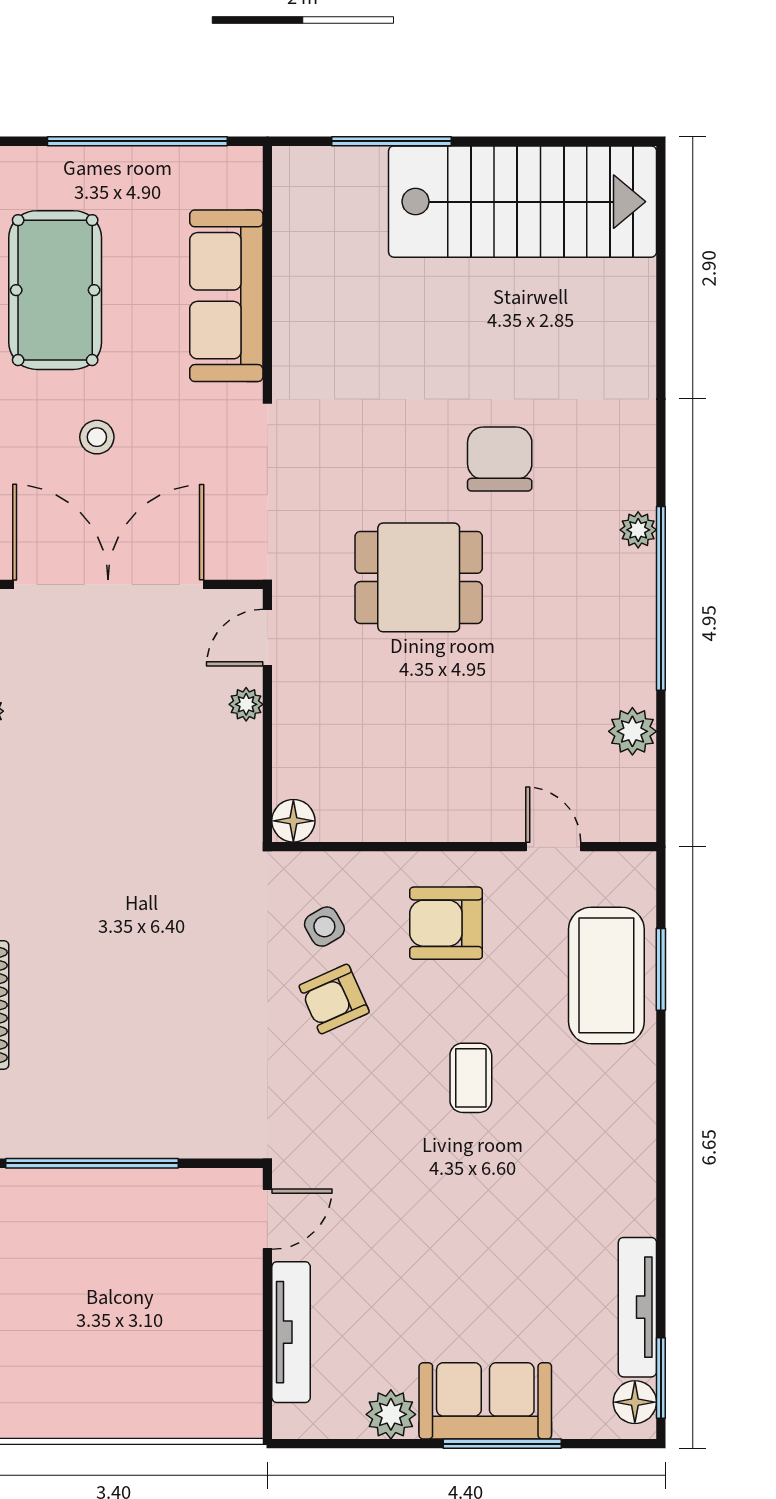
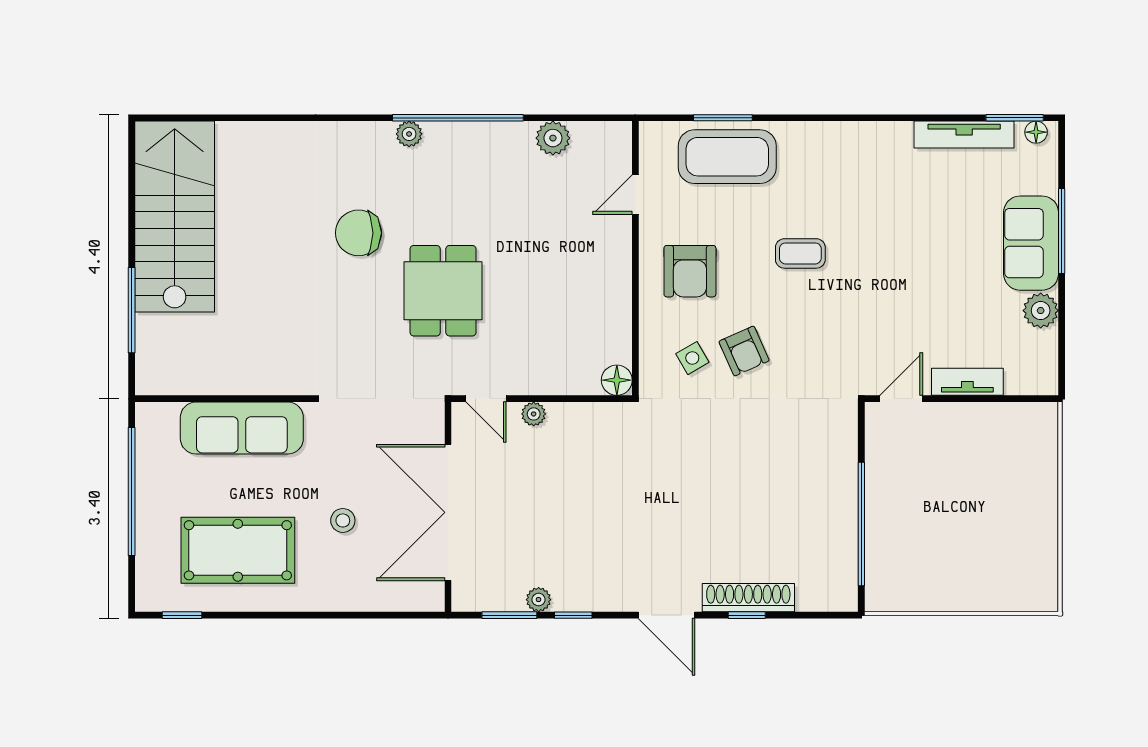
door: (267, 1219) -> (901, 399), hinge flipped
tv unit: (291, 1332) -> (967, 382), width x0.71
floor lamp: (635, 1402) -> (1036, 132), width x0.73, depth x0.73

